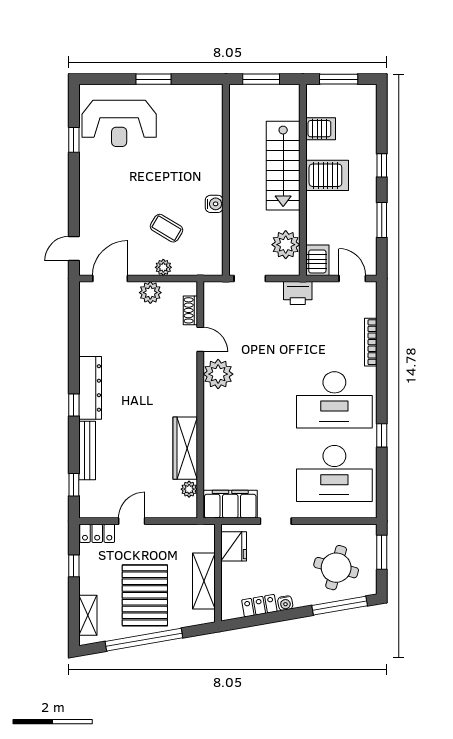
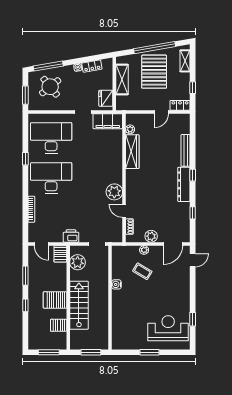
window: (74, 485) -> (193, 213), moved
round table: (336, 568) -> (50, 87), turned 36

